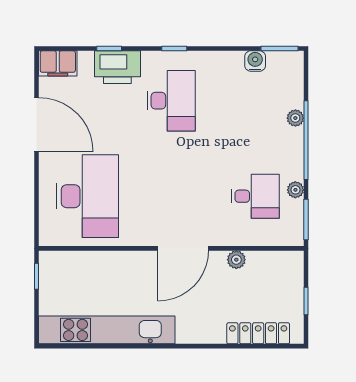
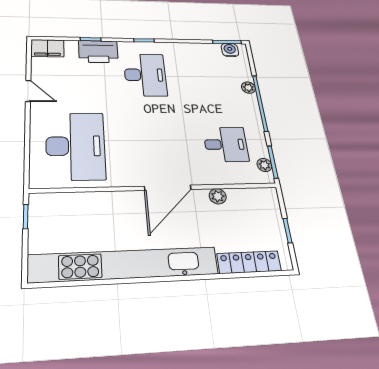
water cooler: (255, 61) -> (230, 50), moved
door: (37, 125) -> (28, 91), width x0.53
plant: (295, 190) -> (264, 165), moved
kitchen unit: (107, 330) -> (124, 265), width x1.36

